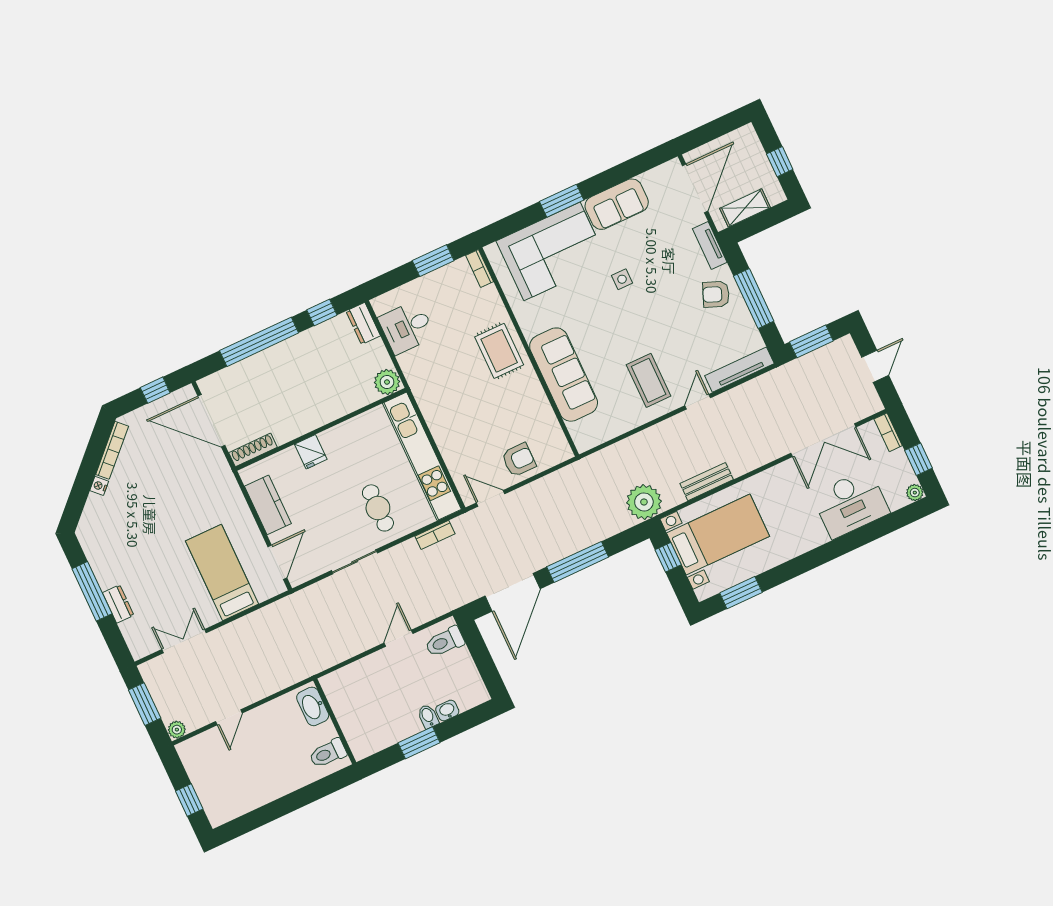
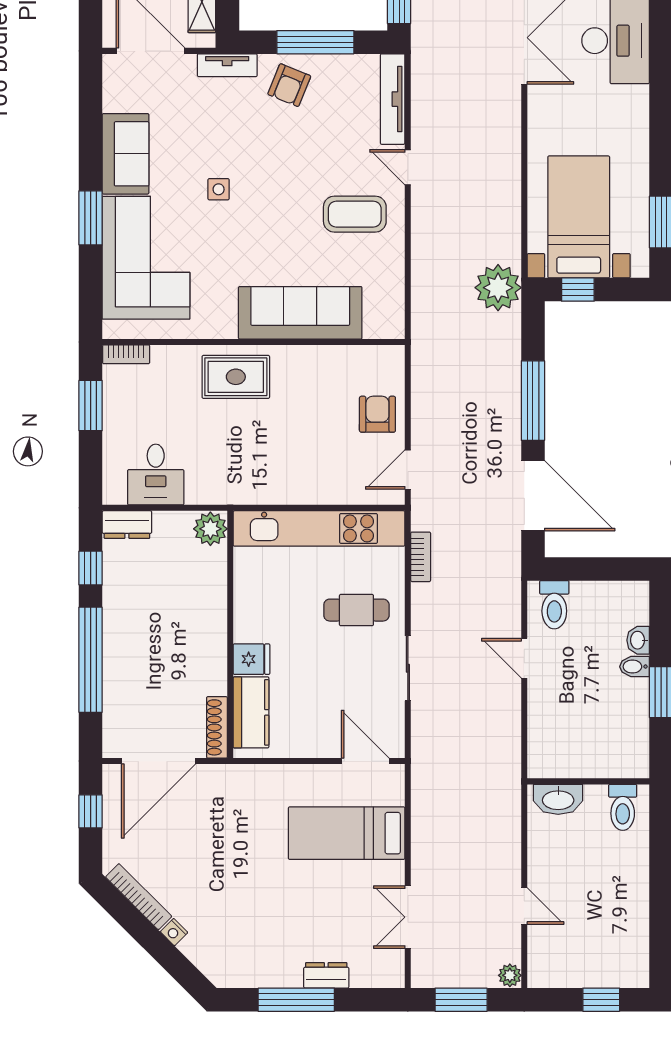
bench: (707, 482) -> (509, 201), removed
kitchen counter: (268, 505) -> (251, 712), moved, turned 90

